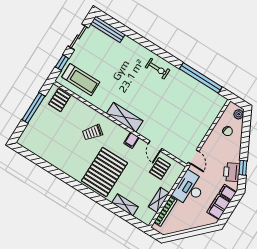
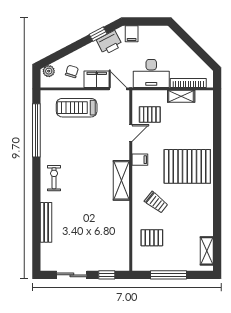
bench: (108, 29) -> (46, 222), moved
treadmill: (81, 80) -> (77, 108), moved, turned -90
pallet: (59, 100) -> (152, 238), moved
door: (194, 157) -> (118, 89), hinge flipped
shelving: (125, 205) -> (207, 251), moved
filing cabinet: (219, 207) -> (97, 79), moved, turned 180

